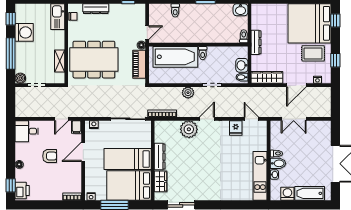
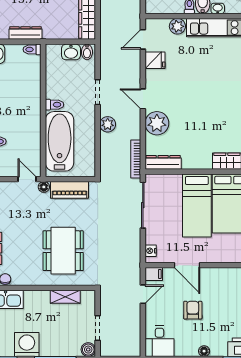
dresser: (256, 42) -> (25, 33), moved
dining table: (94, 60) -> (63, 251), width x0.73, depth x0.80
door: (62, 119) -> (143, 294), hinge flipped
plant: (261, 145) -> (177, 26), added
dresser: (160, 157) -> (163, 162), moved

